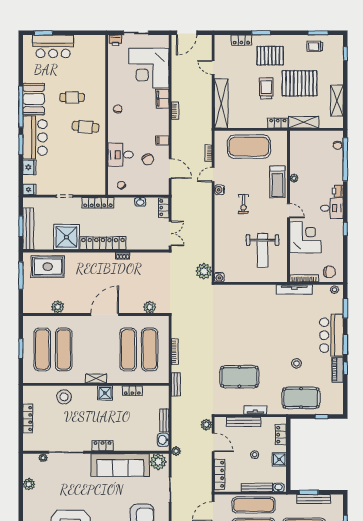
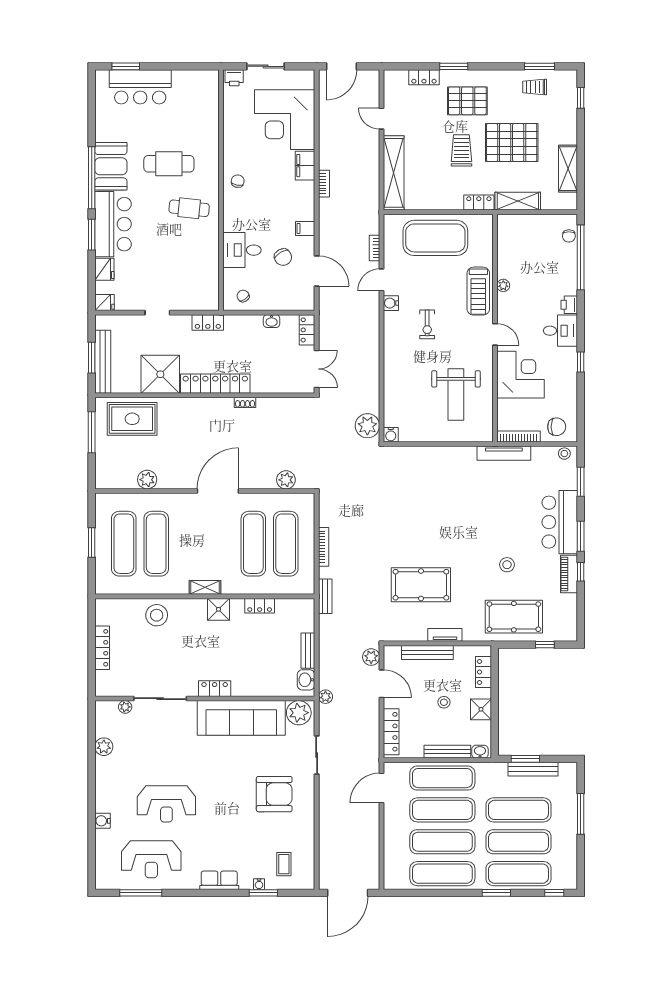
cafe table: (72, 97) -> (169, 164), width x1.37, depth x1.35
locker: (98, 203) -> (208, 322), width x0.66

